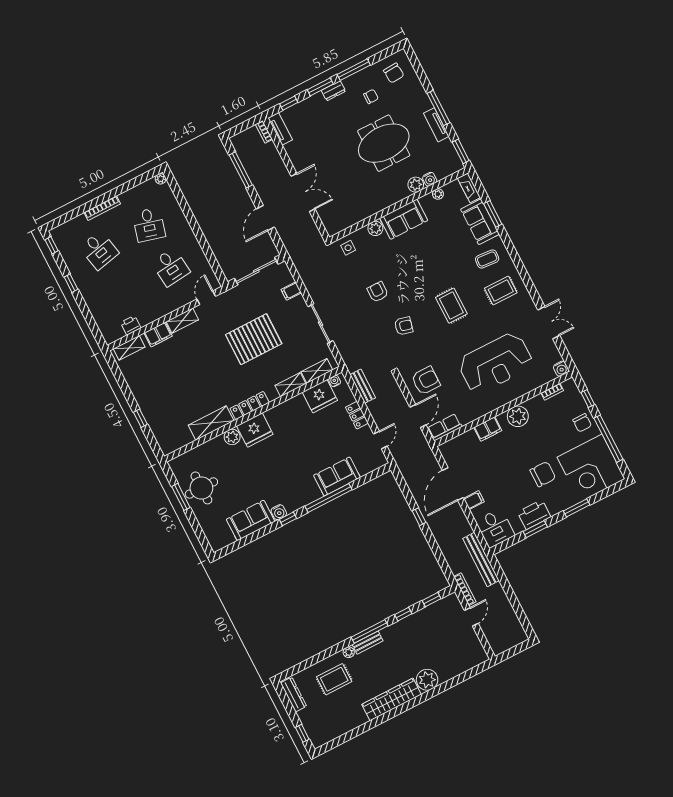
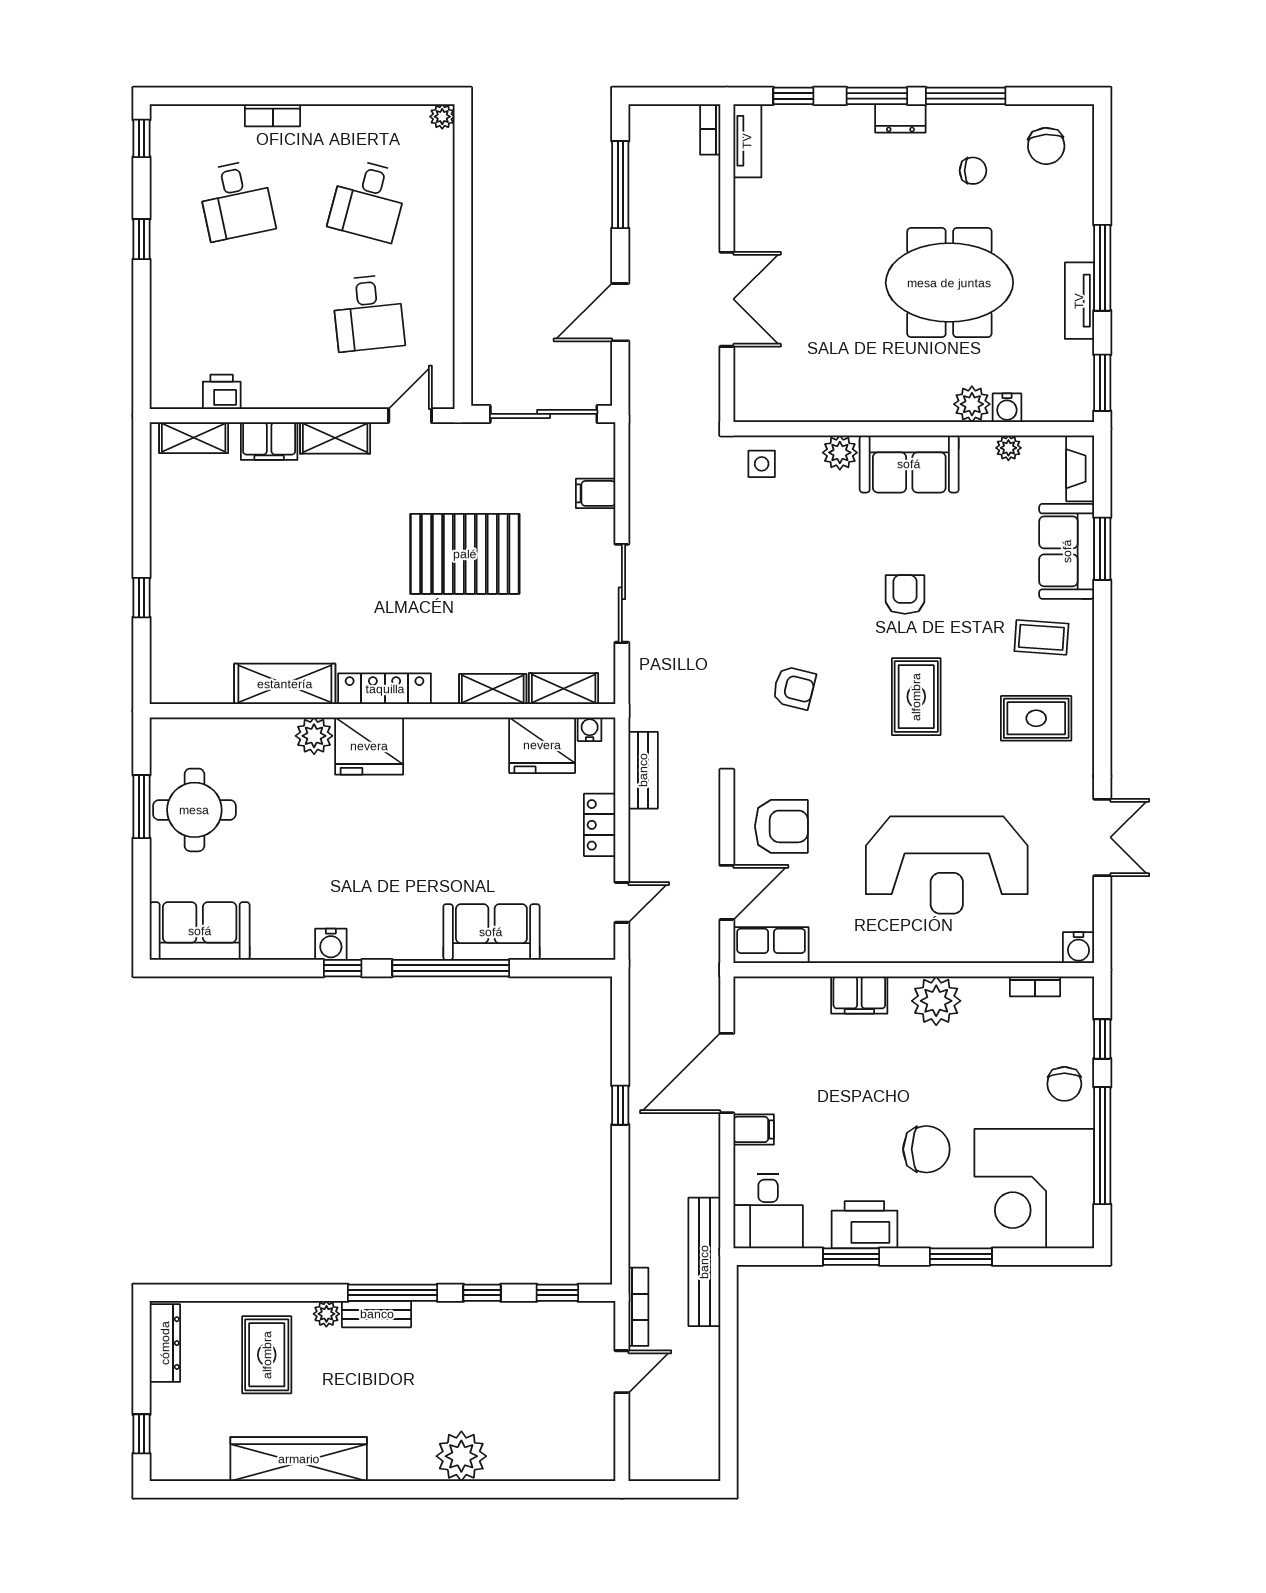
bookcase: (102, 208) -> (273, 115), width x0.64
armchair: (378, 292) -> (905, 594), moved
sofa: (251, 520) -> (200, 931), moved
rug: (334, 679) -> (267, 1355), turned 90
wardrobe: (392, 699) -> (299, 1459), moved

